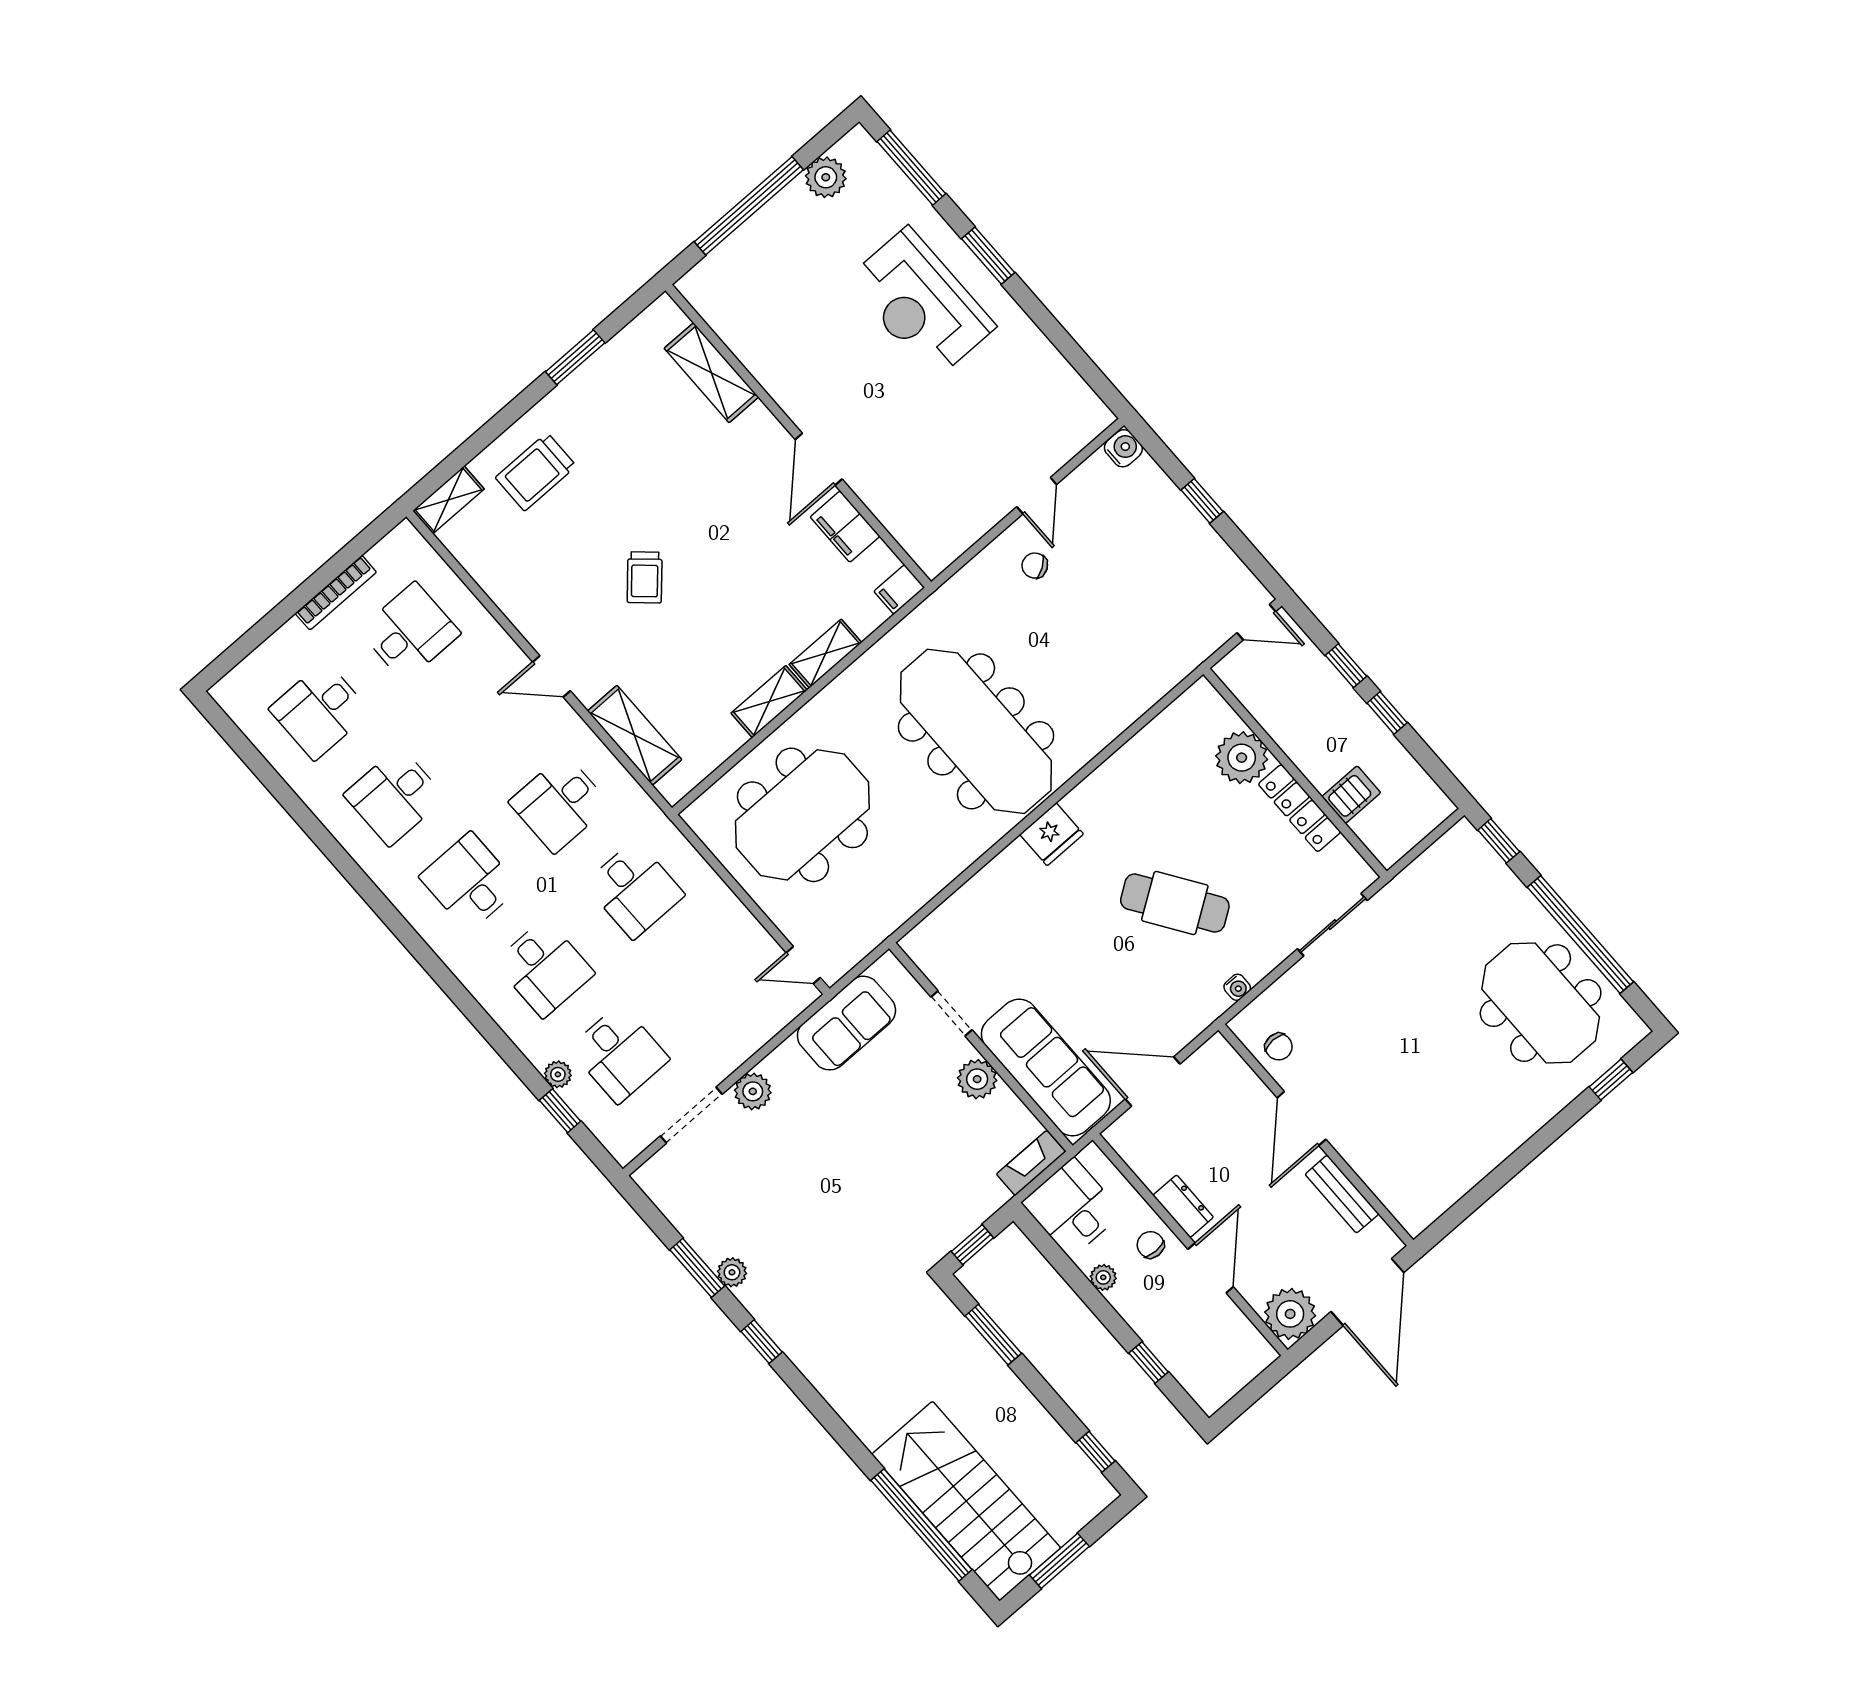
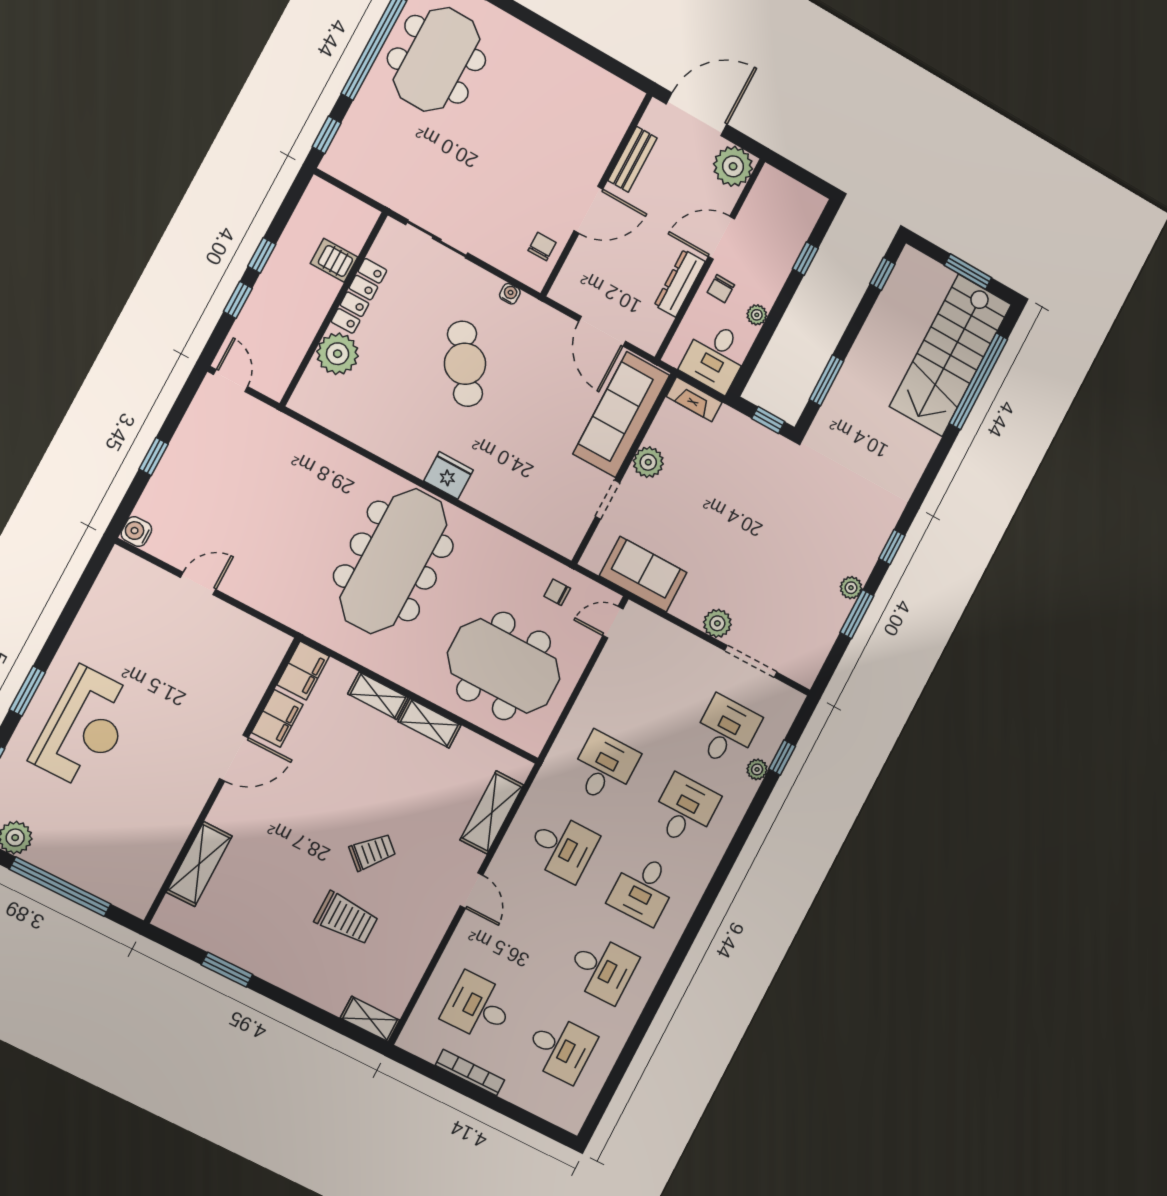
trolley: (536, 472) -> (346, 918), moved
chair: (1035, 566) -> (557, 592), moved, turned 123
filing cabinet: (899, 589) -> (303, 670), width x2.00
door: (803, 965) -> (613, 622), swing flipped
dresser: (1183, 1206) -> (680, 283), width x1.44

